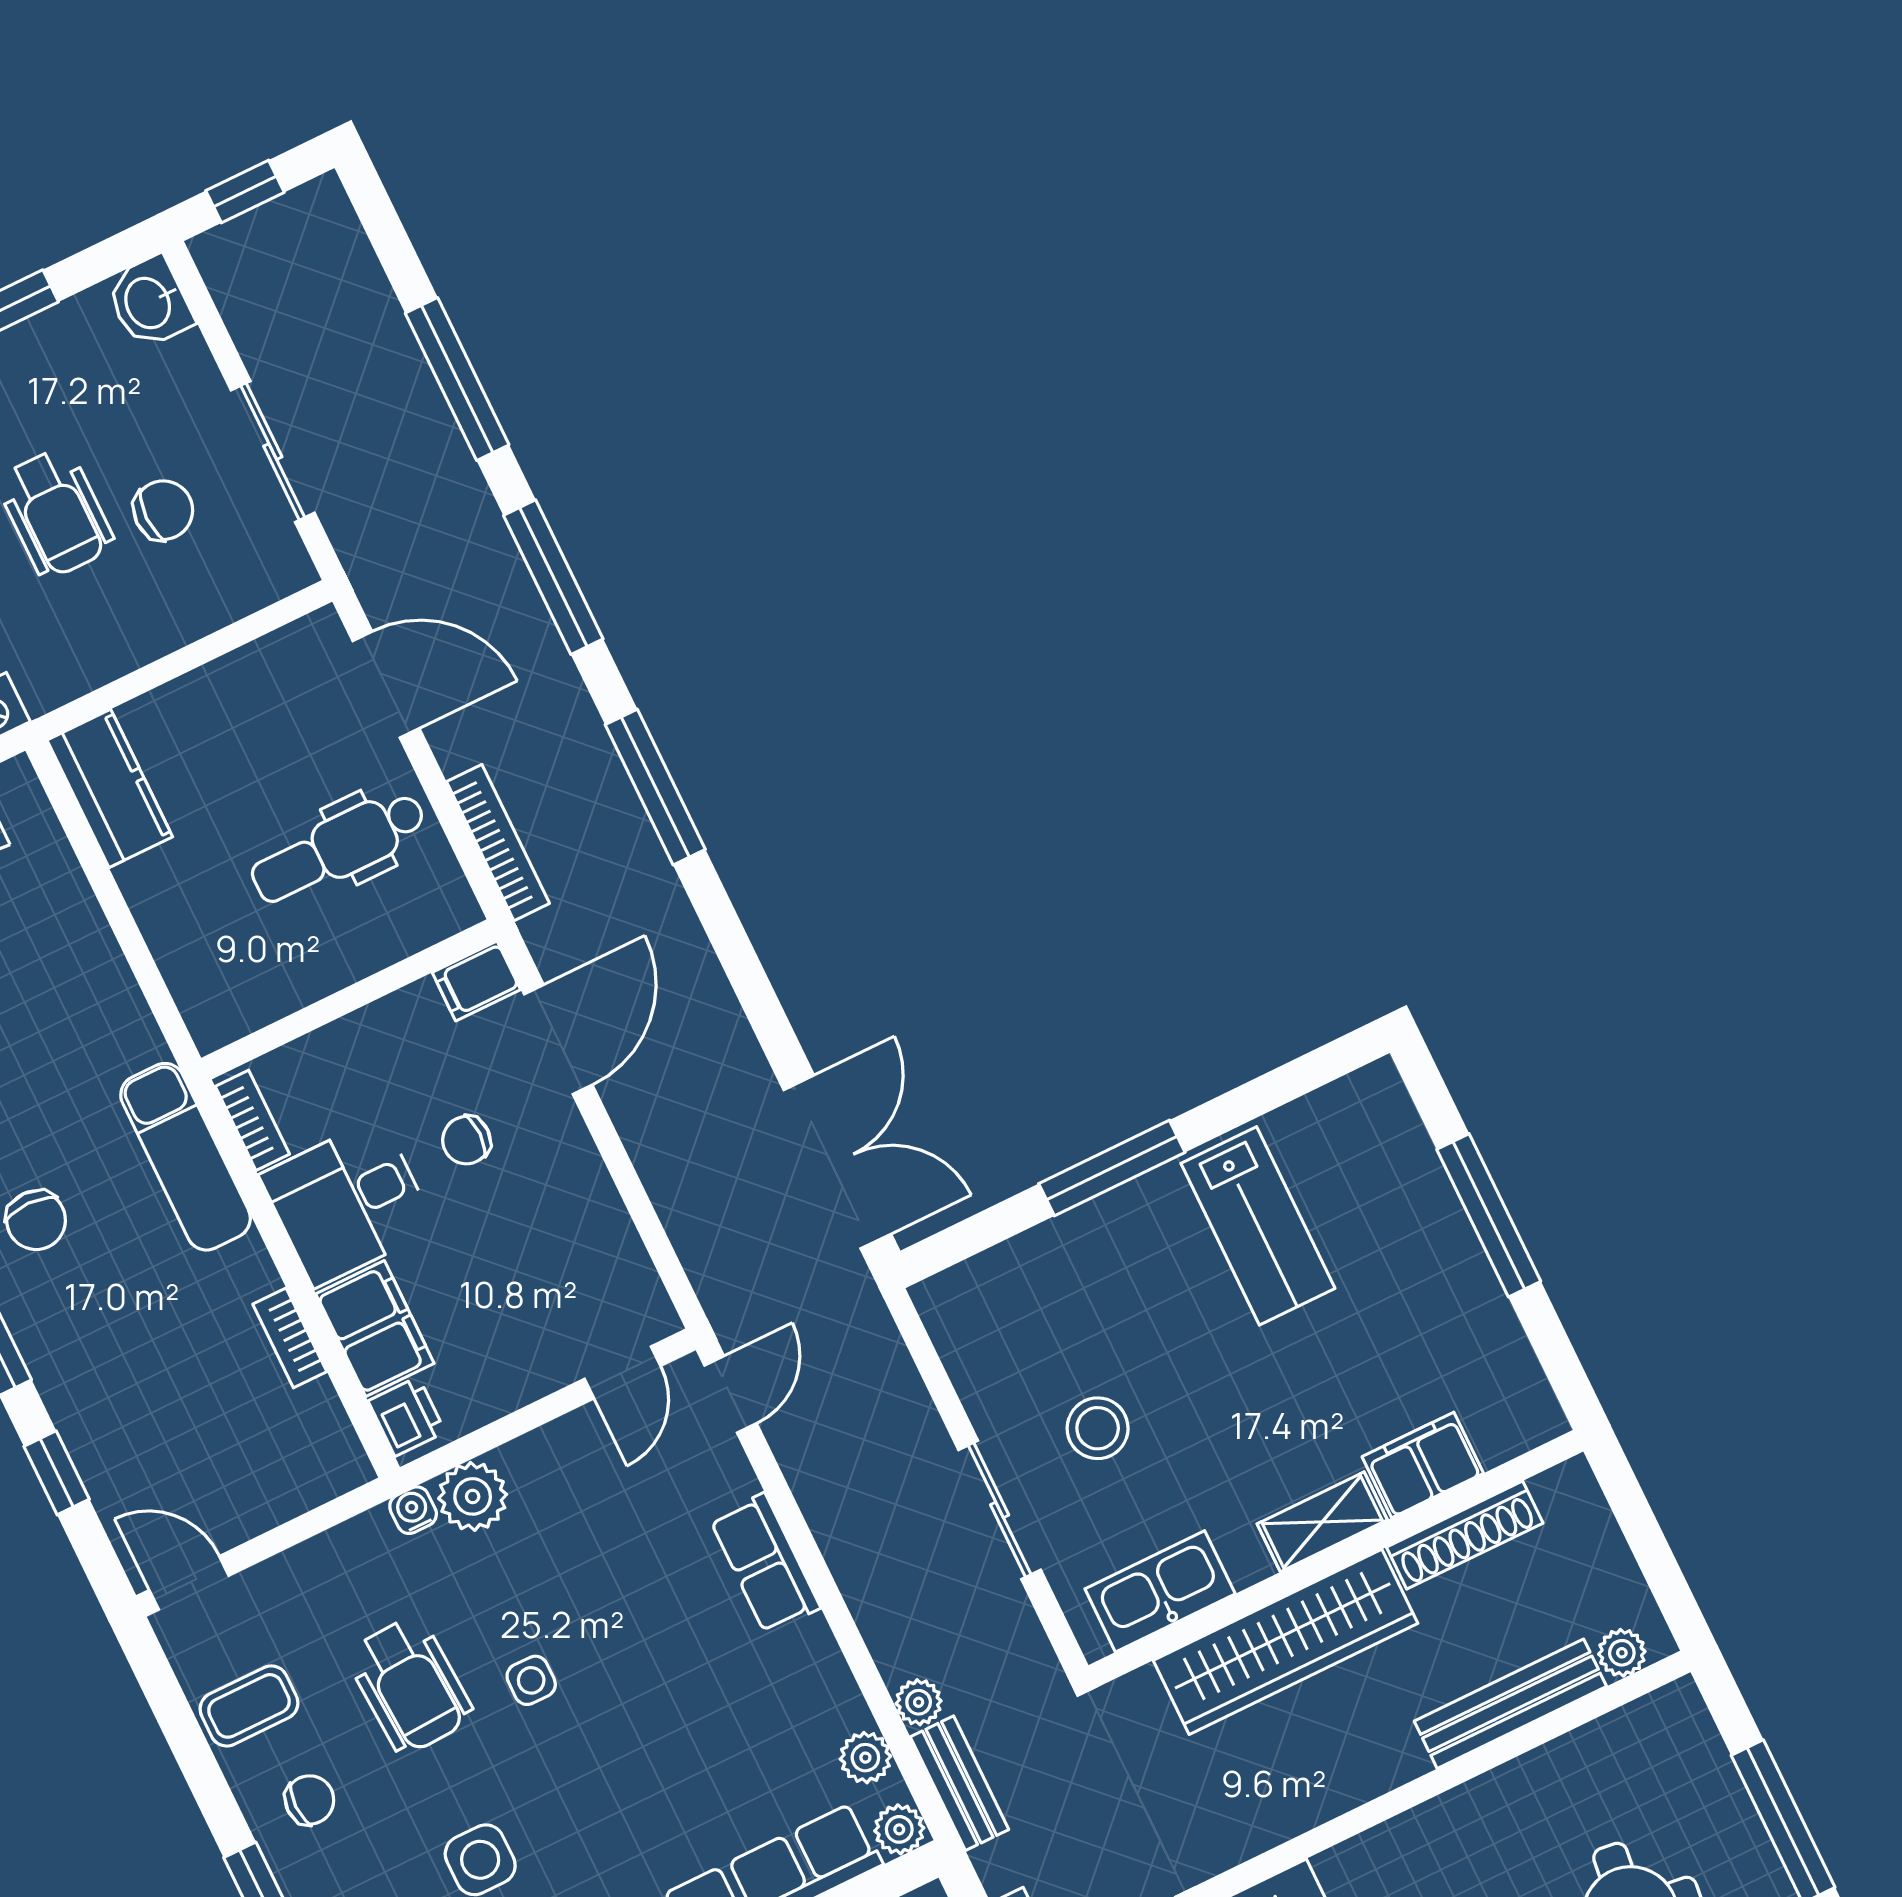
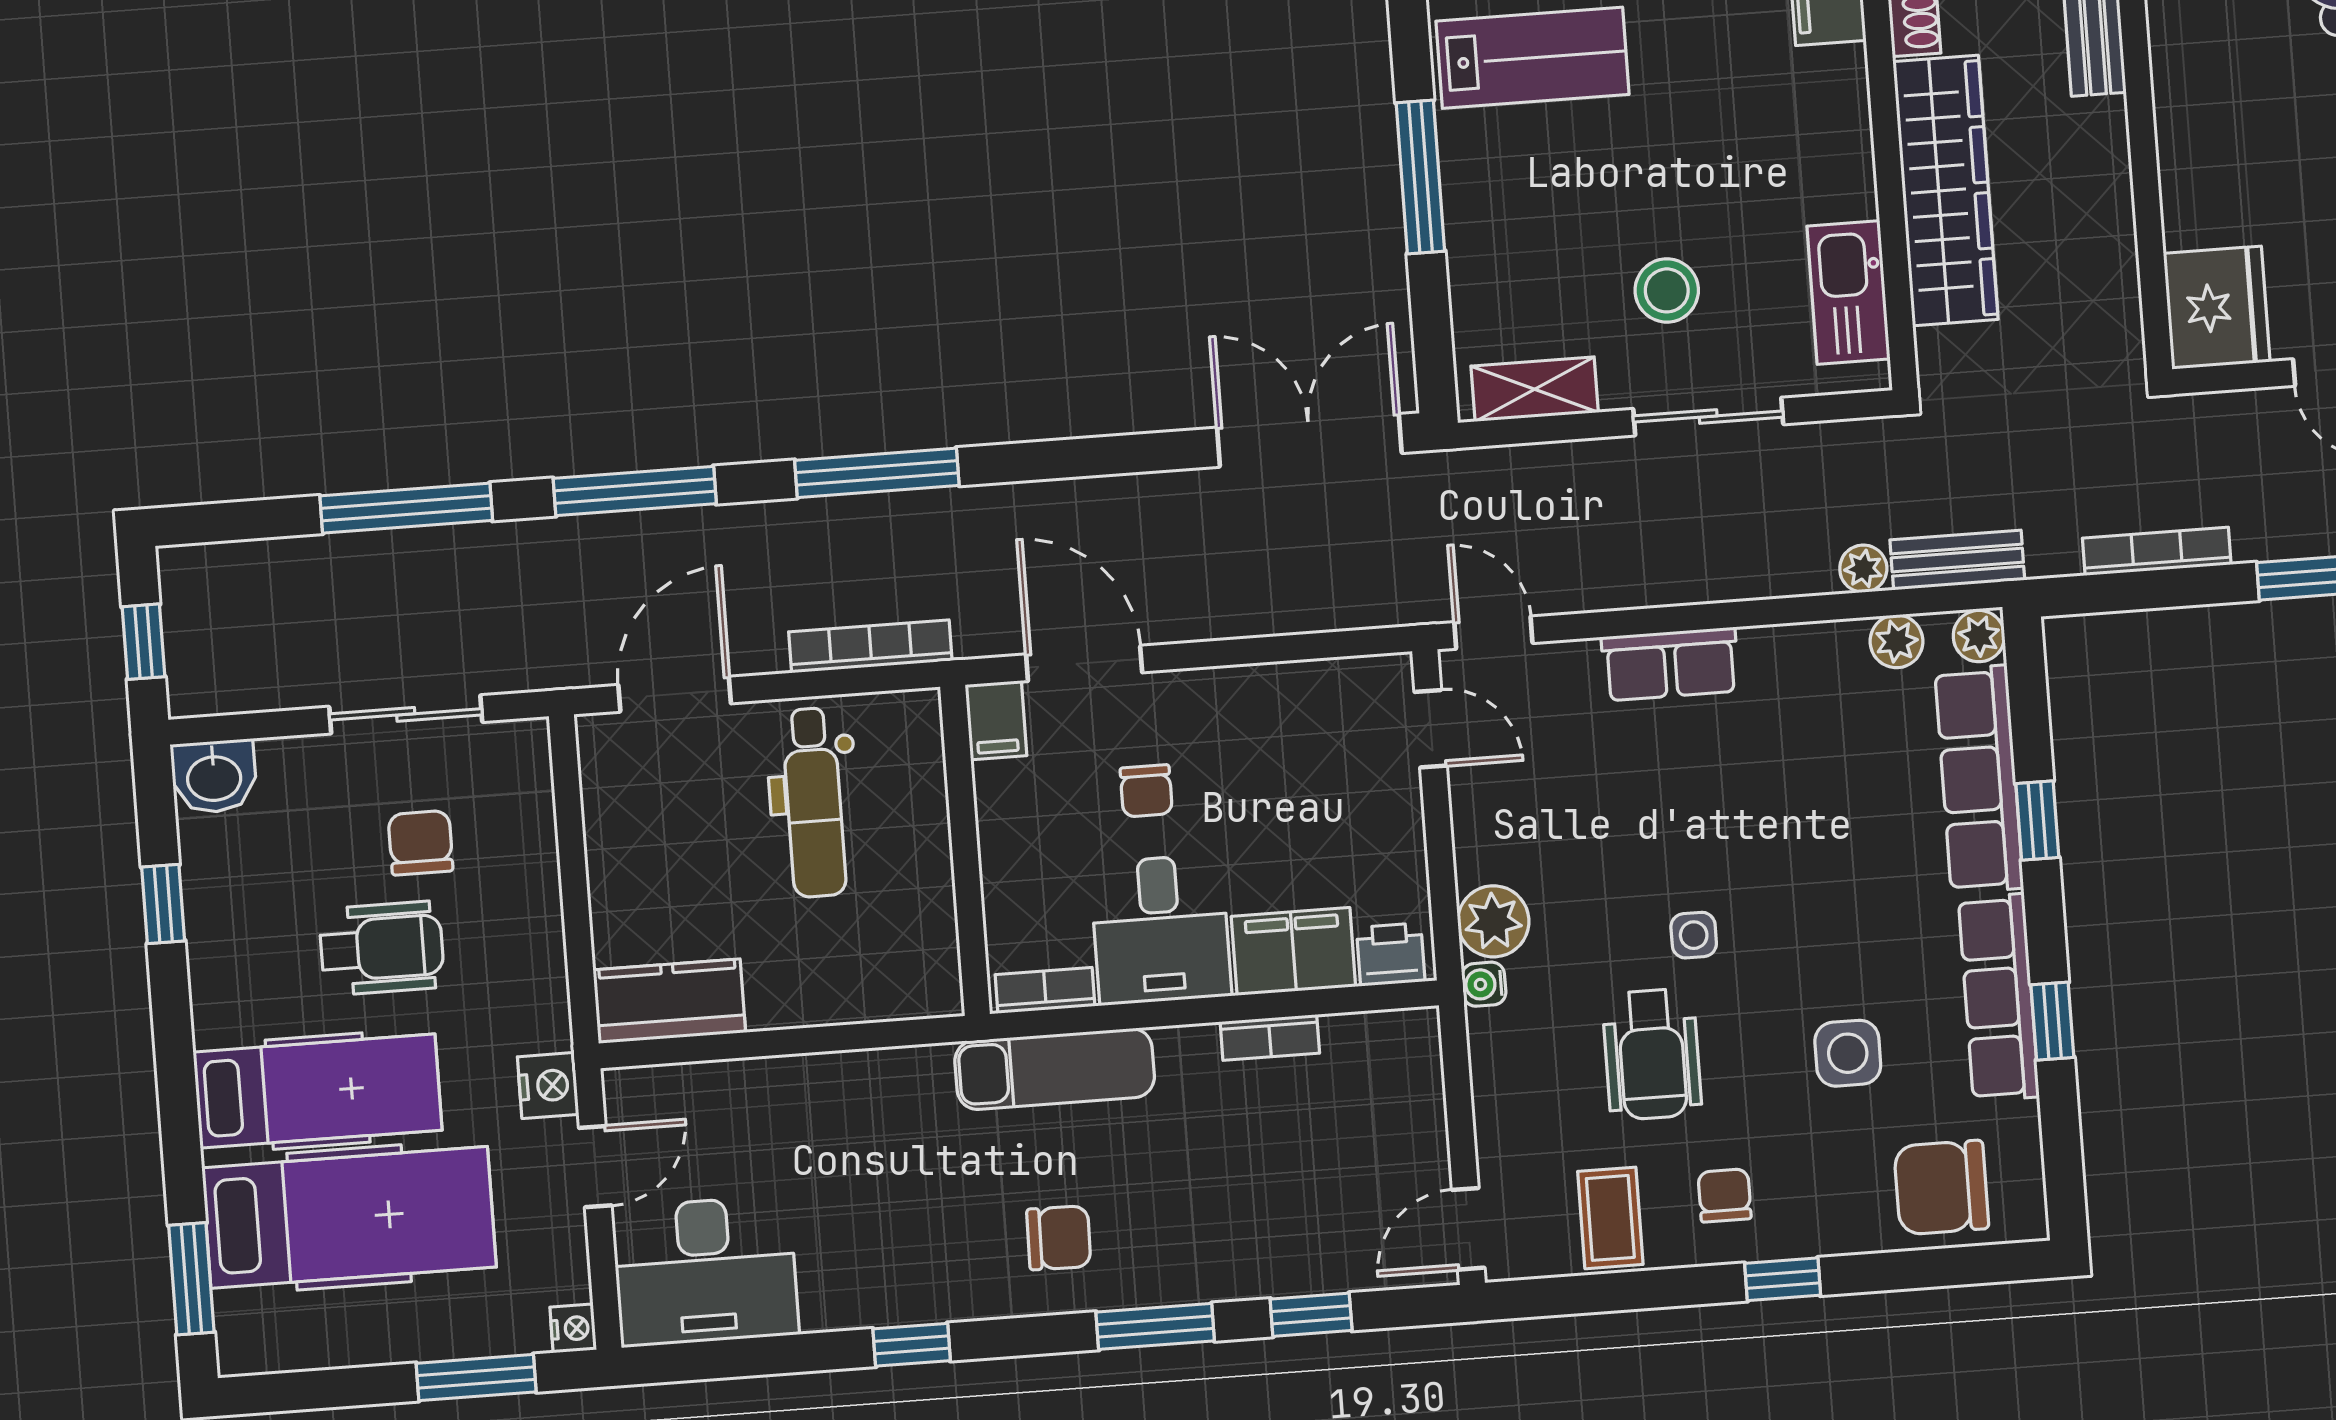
shelving: (1322, 1522) -> (1535, 389), moved, turned 90
wheelchair: (410, 1685) -> (1652, 1054), turned 93

